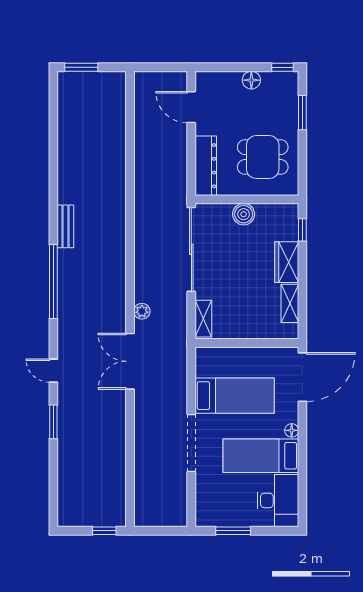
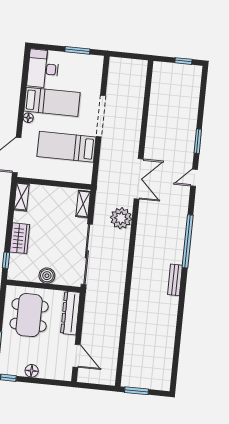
window: (81, 67) -> (137, 391), moved
dining table: (263, 157) -> (29, 315), width x1.38
shelving: (290, 303) -> (21, 197), moved
plant: (142, 311) -> (121, 218), width x1.88, depth x1.88
door: (53, 371) -> (194, 178), swing flipped
window: (104, 531) -> (183, 61), moved

